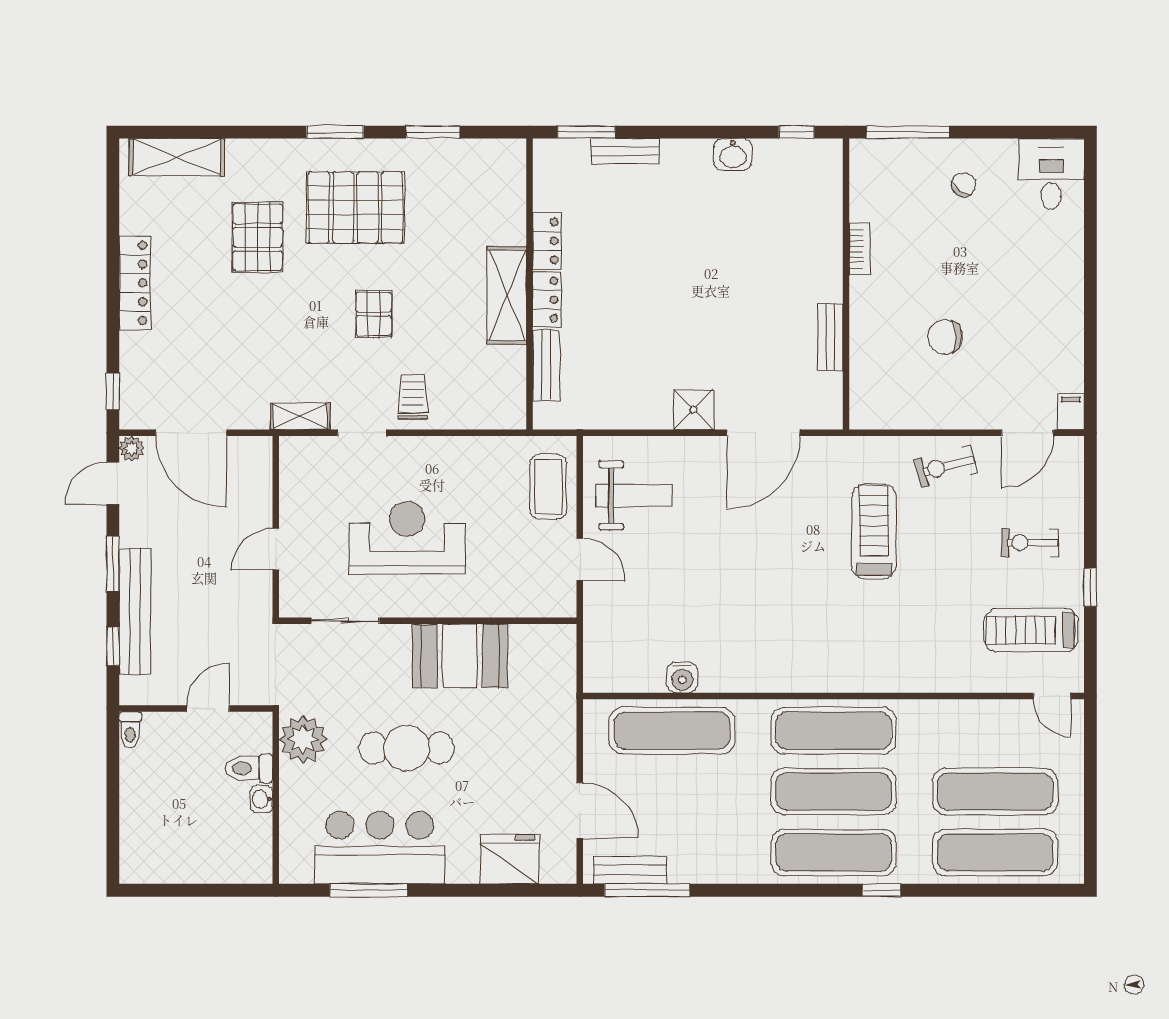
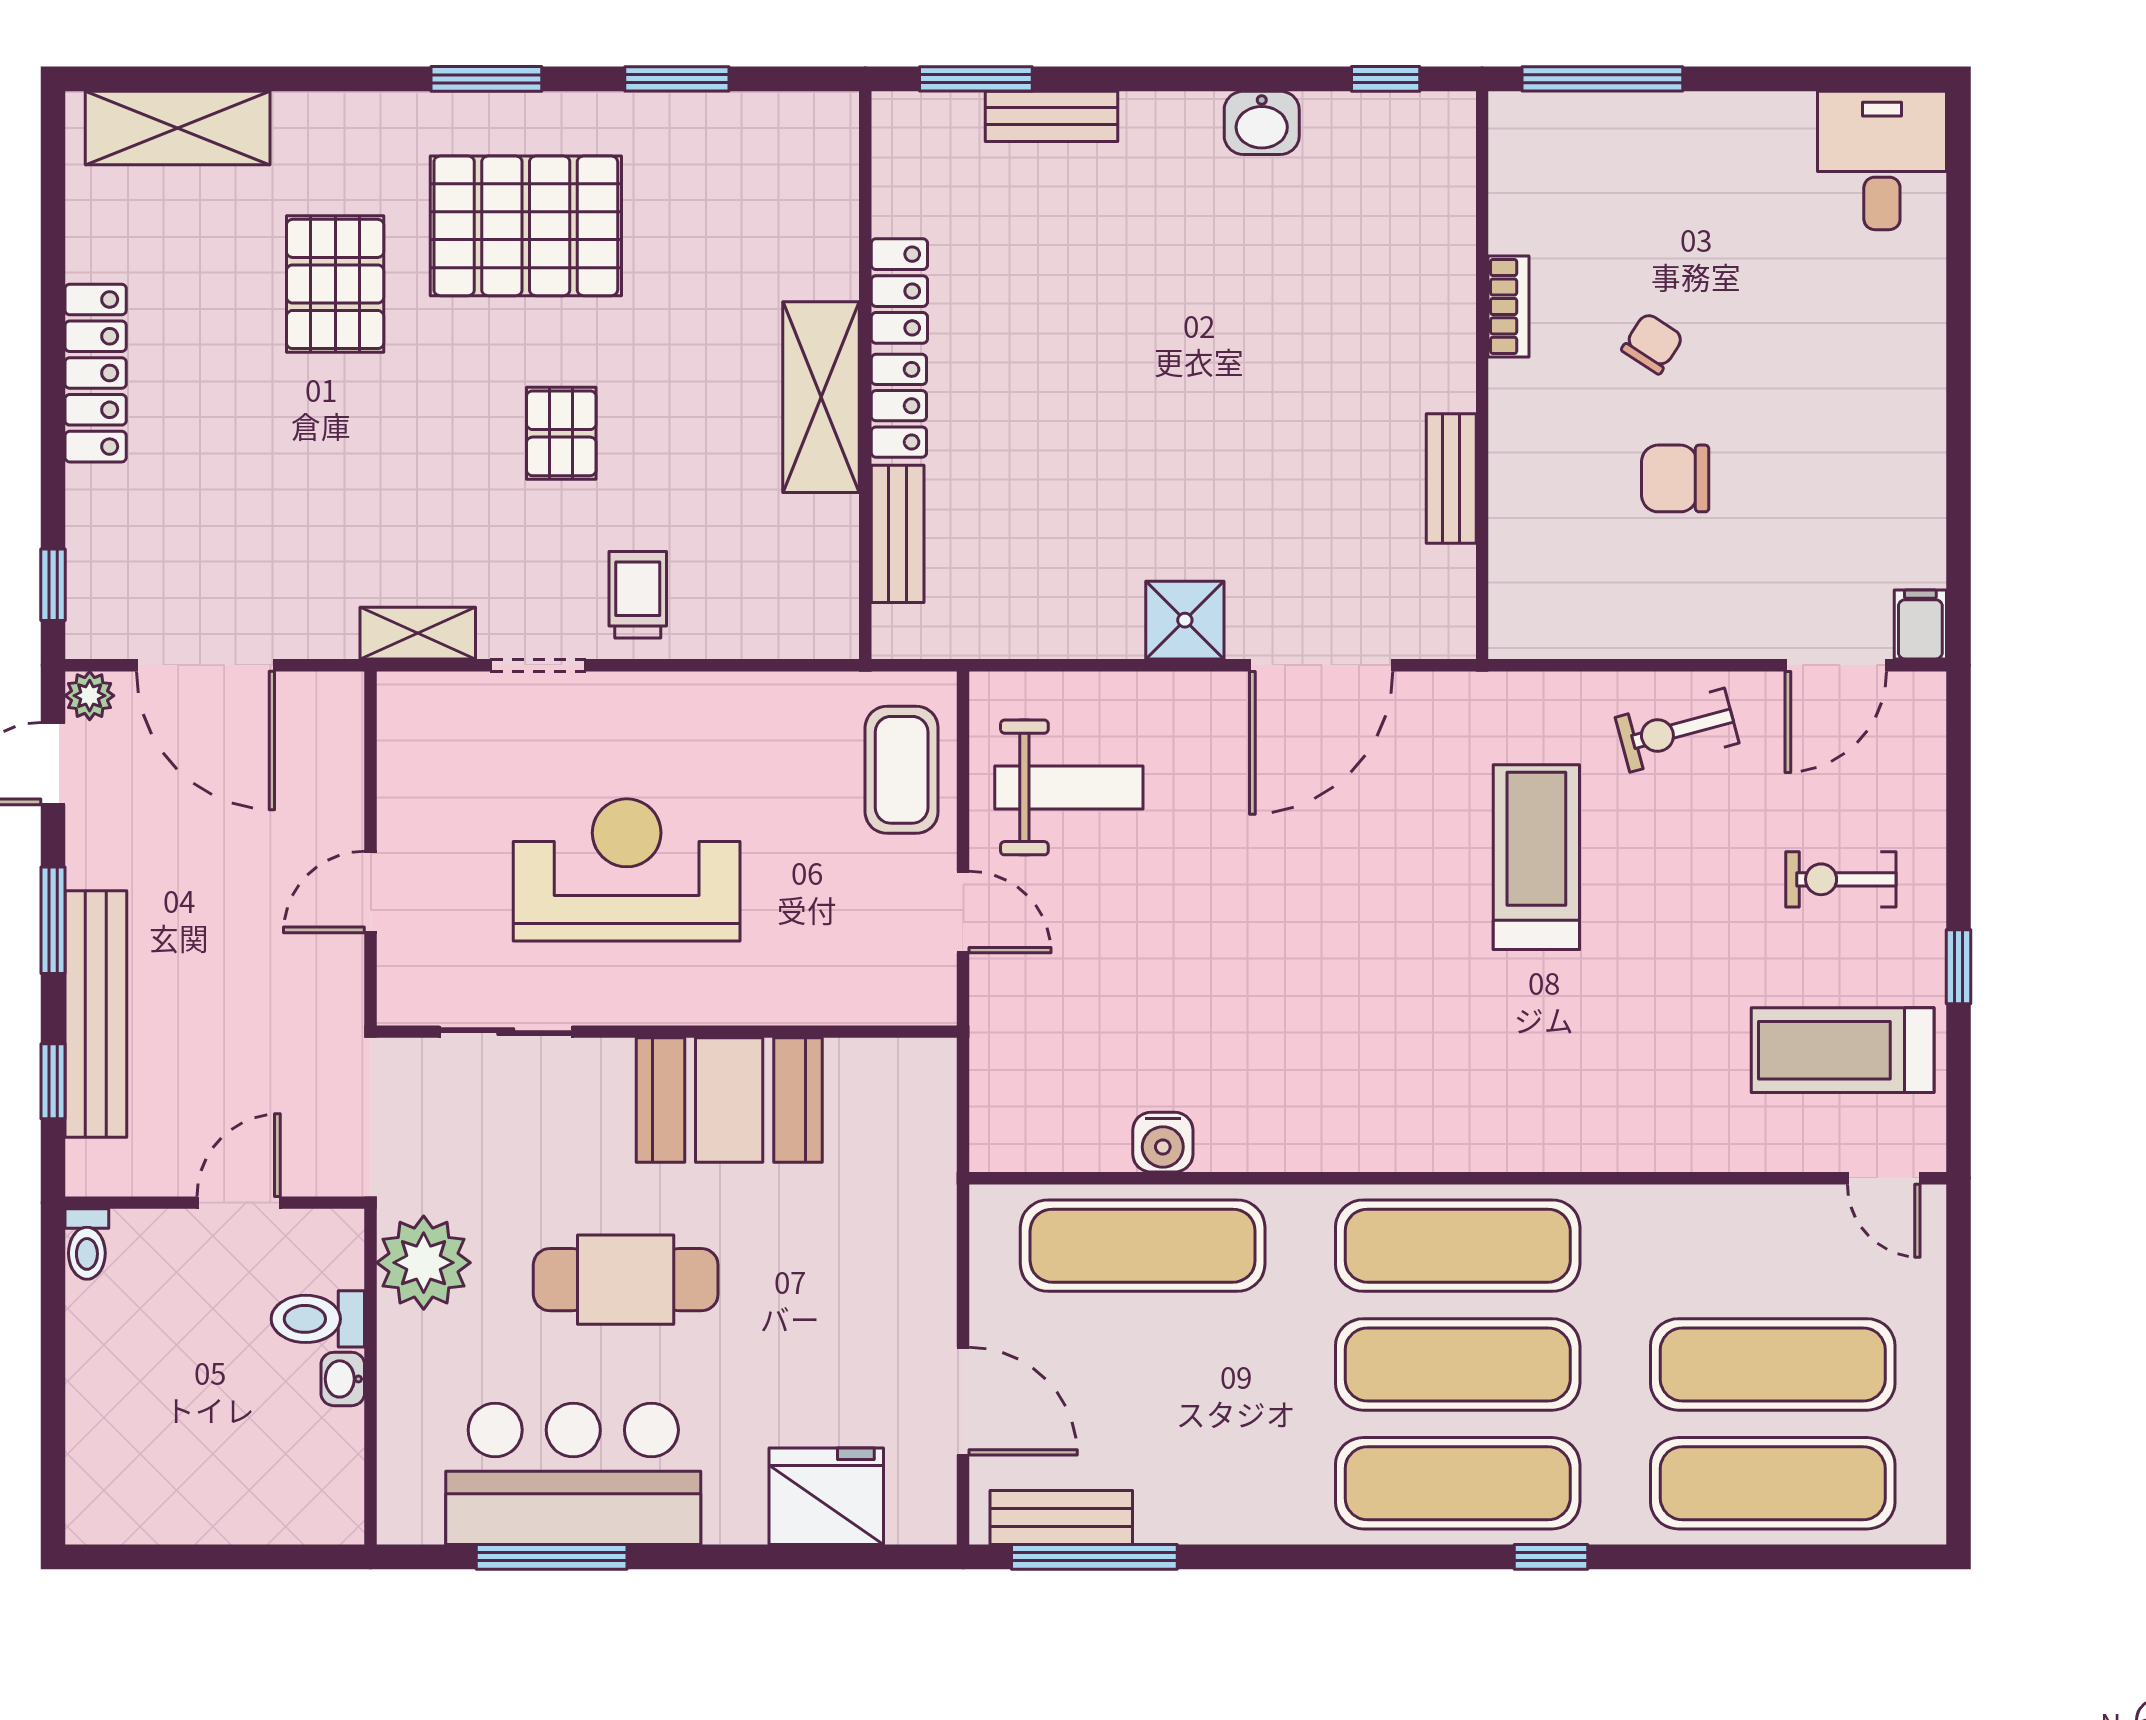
chair: (964, 185) -> (1652, 343), moved

